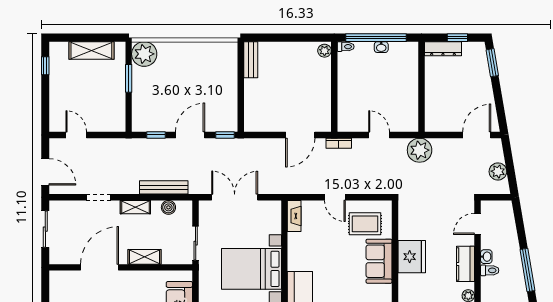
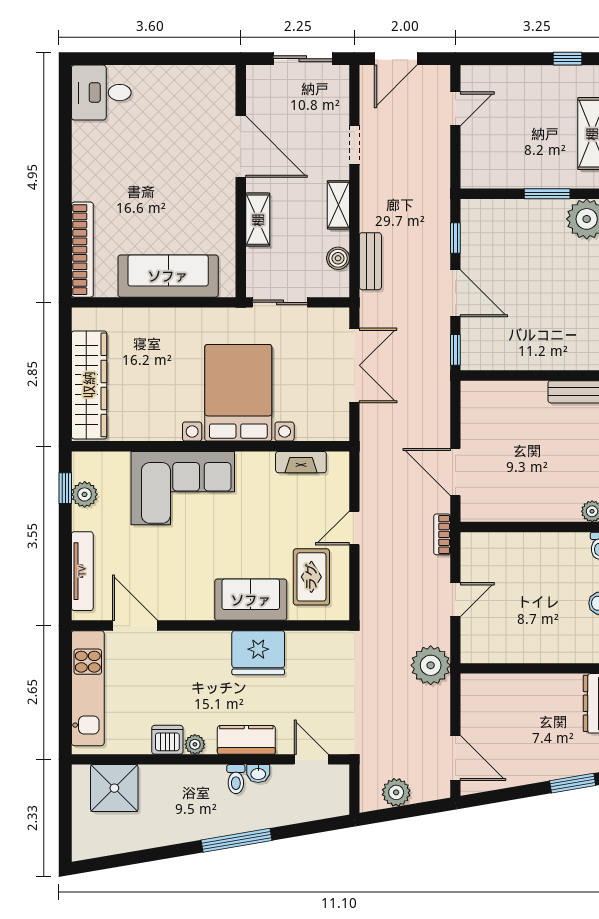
bench: (164, 187) -> (370, 261), width x0.73
fireplace: (294, 216) -> (301, 462), moved

